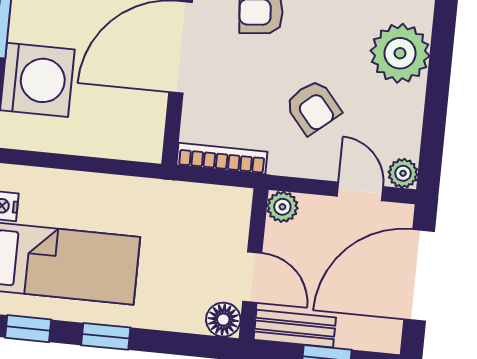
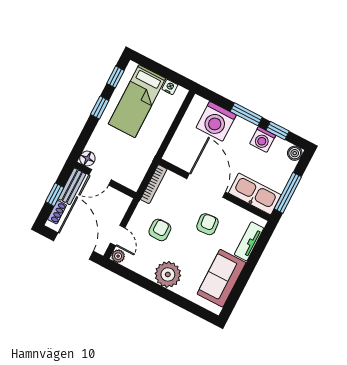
armchair: (313, 107) -> (160, 230), turned 130
door: (360, 191) -> (118, 236), hinge flipped
plant: (282, 207) -> (124, 201), removed
shoe rack: (362, 339) -> (57, 212), added

